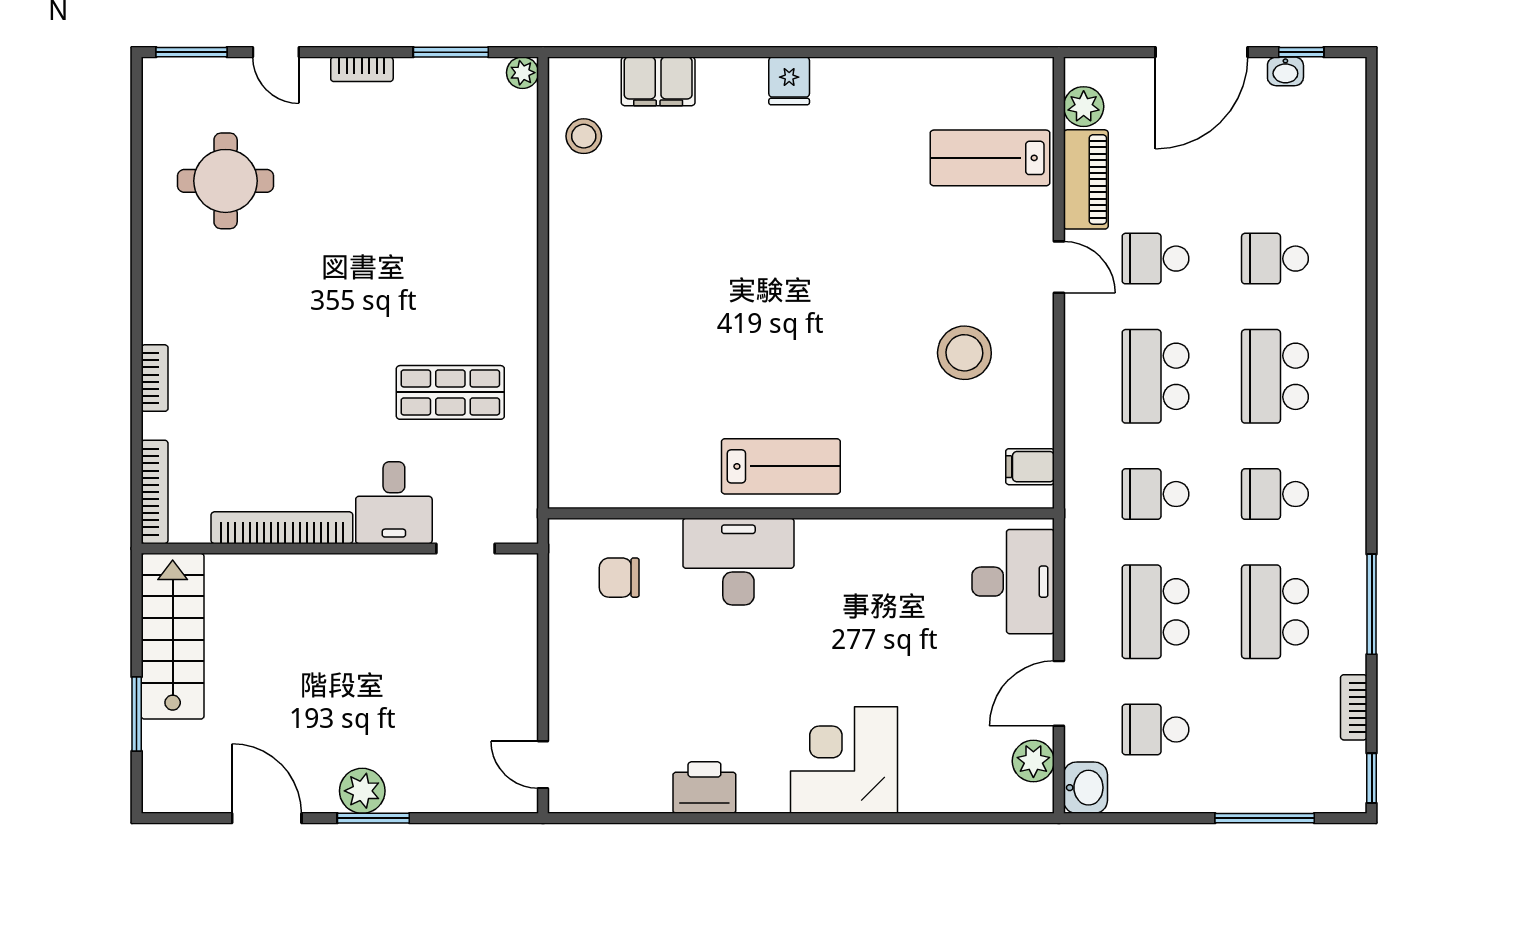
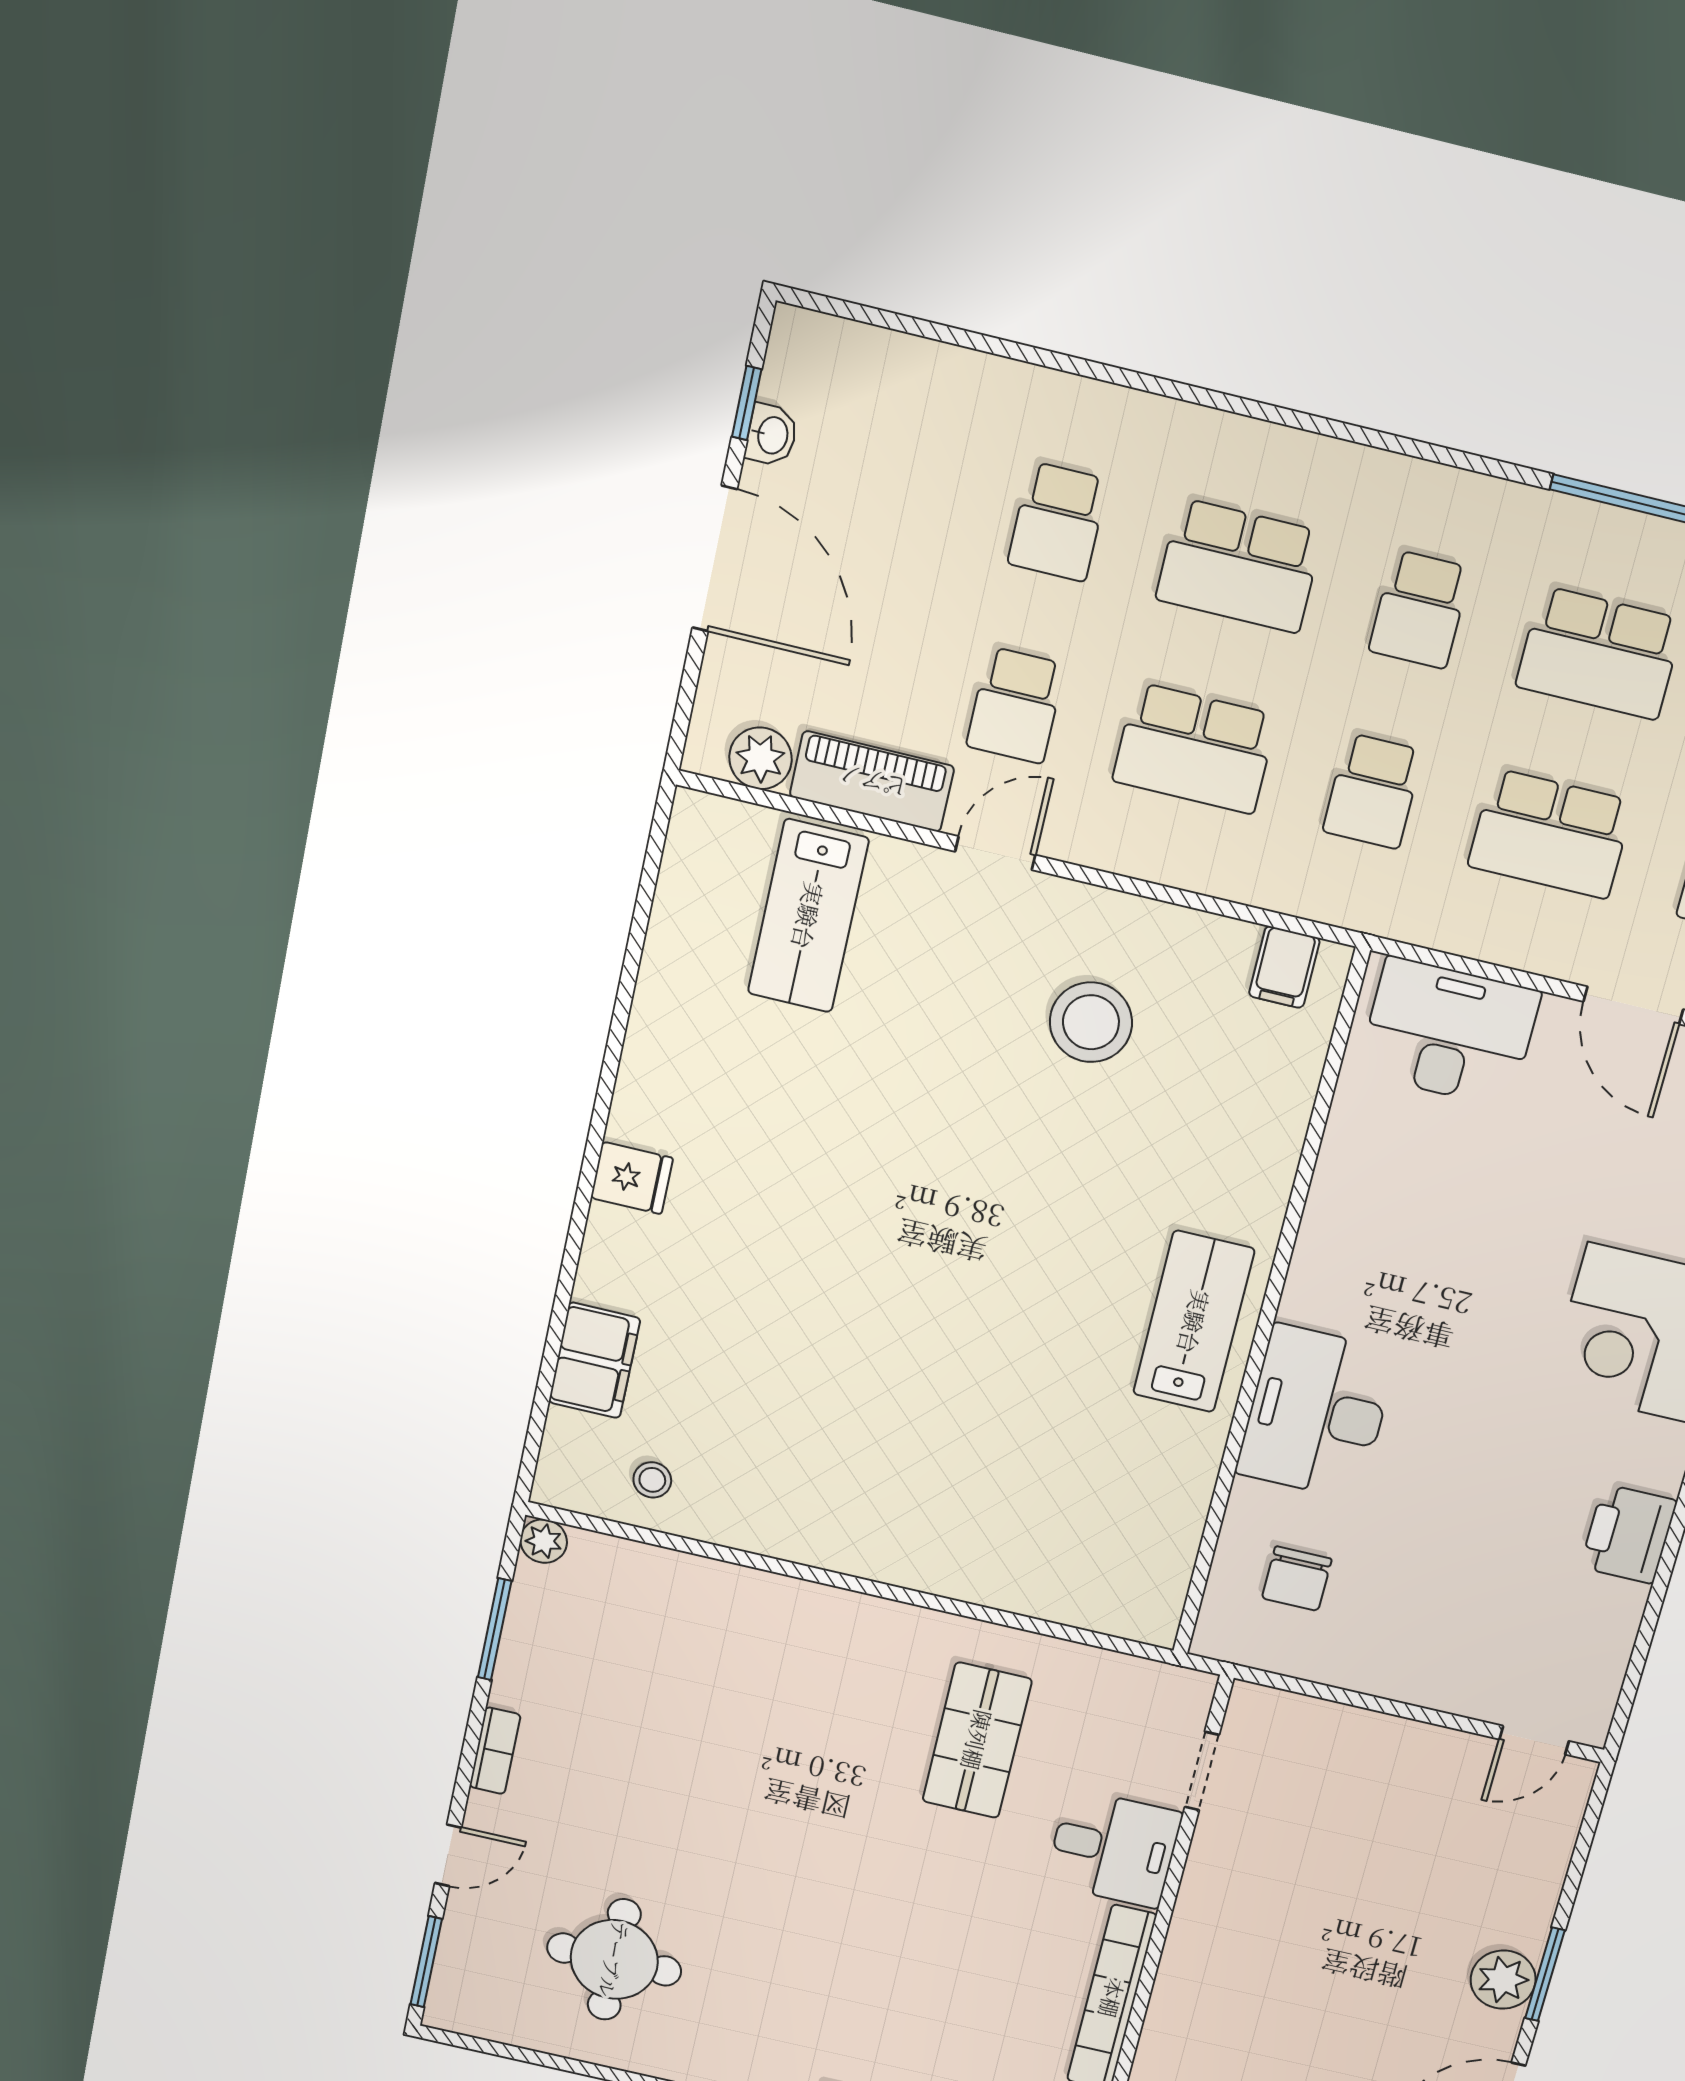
stool: (584, 136) -> (652, 1480), width x0.73, depth x0.73

